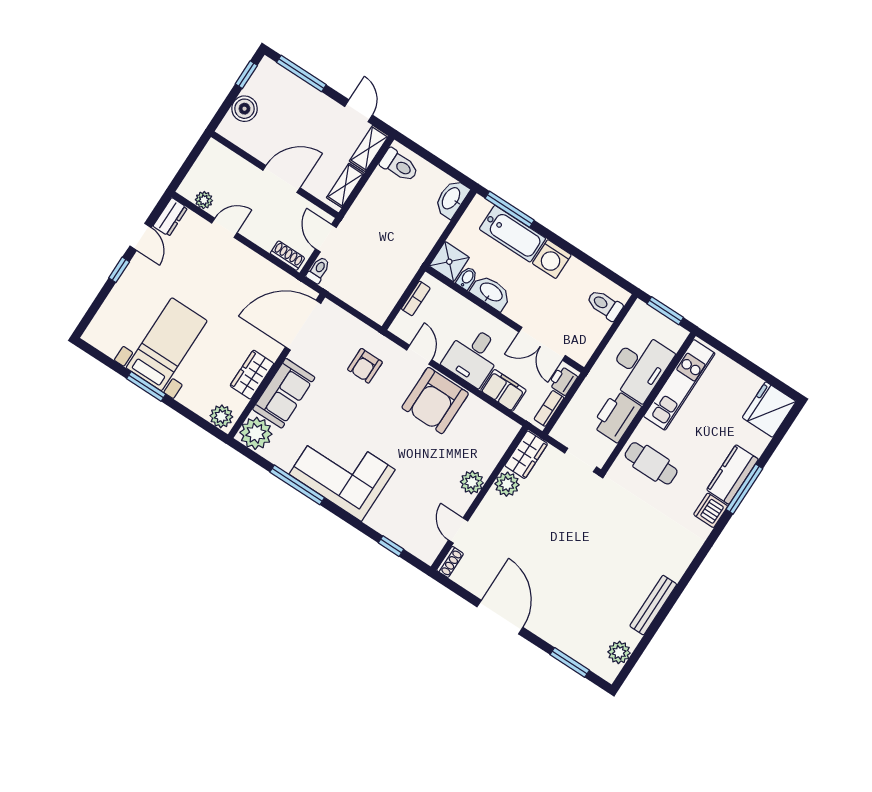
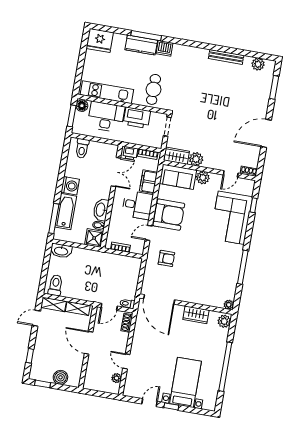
window: (301, 74) -> (30, 356), width x0.46
dresser: (170, 217) -> (133, 392), removed
floor lamp: (675, 335) -> (82, 106), added
bed with nightstands: (167, 344) -> (185, 382), moved, turned 90
window: (146, 386) -> (225, 367), width x2.11
sofa: (284, 393) -> (178, 177), moved, turned 180
plant: (256, 433) -> (229, 305), width x0.53, depth x0.53
corner sofa: (342, 472) -> (231, 218), moved

